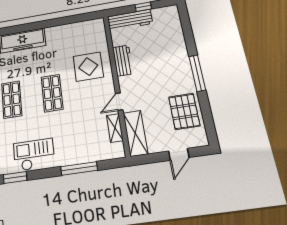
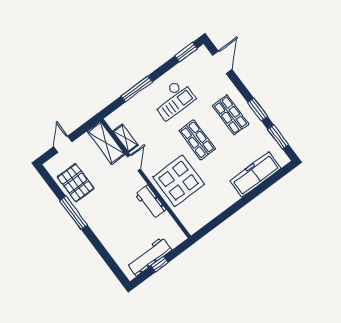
workbench: (130, 20) -> (149, 257), moved
display table: (88, 67) -> (179, 181), width x1.36, depth x1.36
window: (197, 73) -> (74, 213), moved
checkout: (34, 155) -> (173, 99), moved

